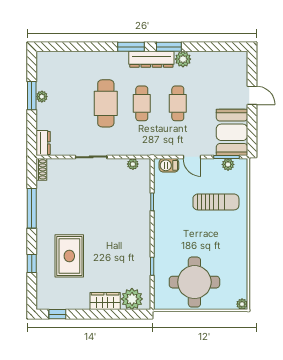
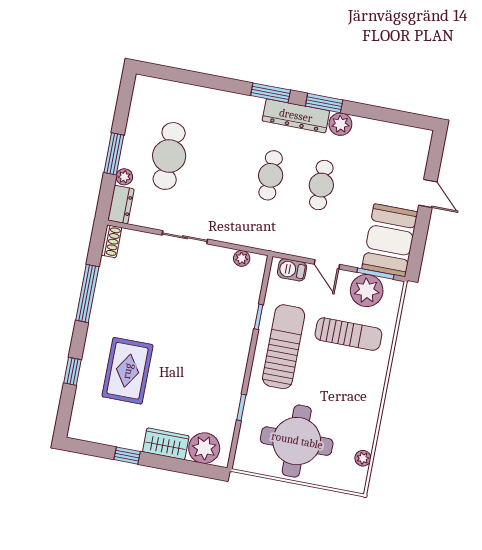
window: (32, 96) -> (114, 154), moved
plant: (42, 97) -> (124, 177), moved
cafe table: (106, 103) -> (169, 156), moved
plant: (228, 164) -> (367, 291), width x1.88, depth x1.88
sun lounger: (173, 219) -> (284, 347), added
plant: (242, 304) -> (363, 458), moved
window: (57, 314) -> (127, 456), moved

